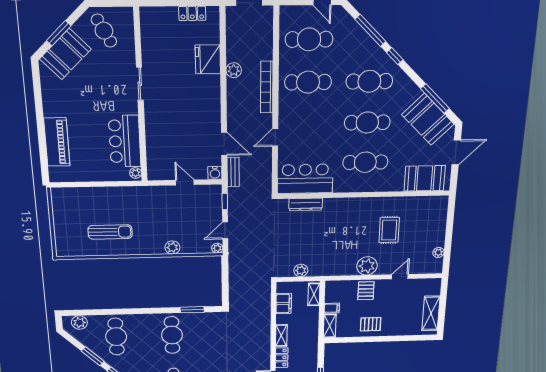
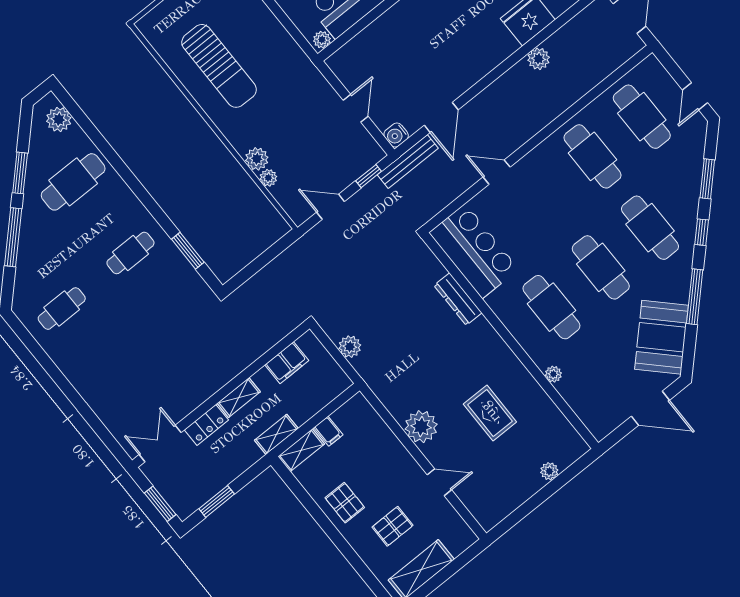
window: (370, 30) -> (707, 179), width x0.69
bookcase: (267, 87) -> (549, 113), removed
window: (435, 99) -> (695, 297), moved
bench: (233, 172) -> (408, 162), width x1.36
booth: (425, 178) -> (589, 398), removed
plant: (398, 186) -> (553, 374), added
dresser: (306, 204) -> (458, 299), moved
rug: (389, 230) -> (490, 413), turned 90
sun lounger: (110, 232) -> (219, 66), width x1.36, depth x1.34
plant: (217, 248) -> (268, 178), moved
plant: (438, 252) -> (549, 471), moved
pallet: (366, 291) -> (393, 526), moved
shelving: (314, 294) -> (276, 434), moved
cafe table: (172, 335) -> (130, 253), width x0.73, depth x0.74

